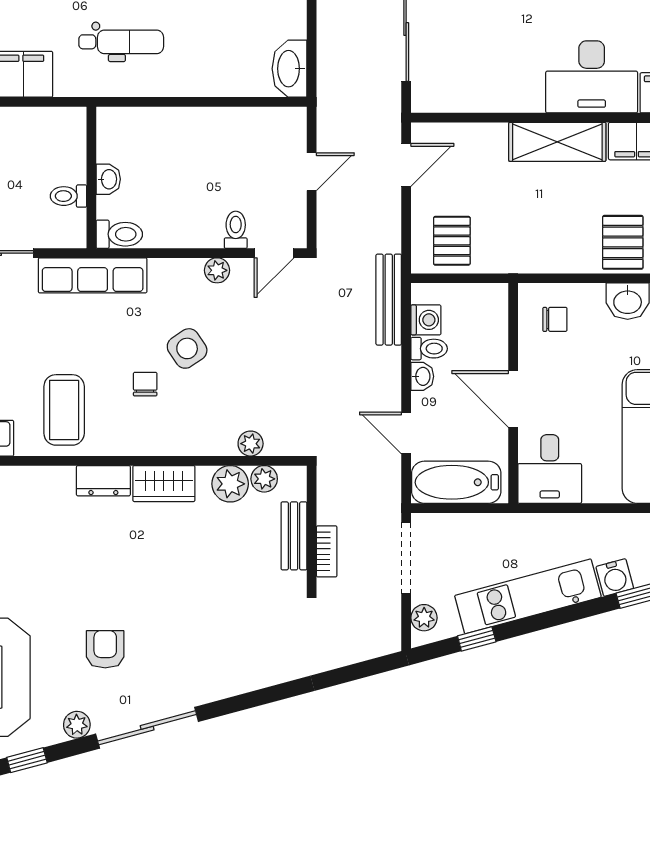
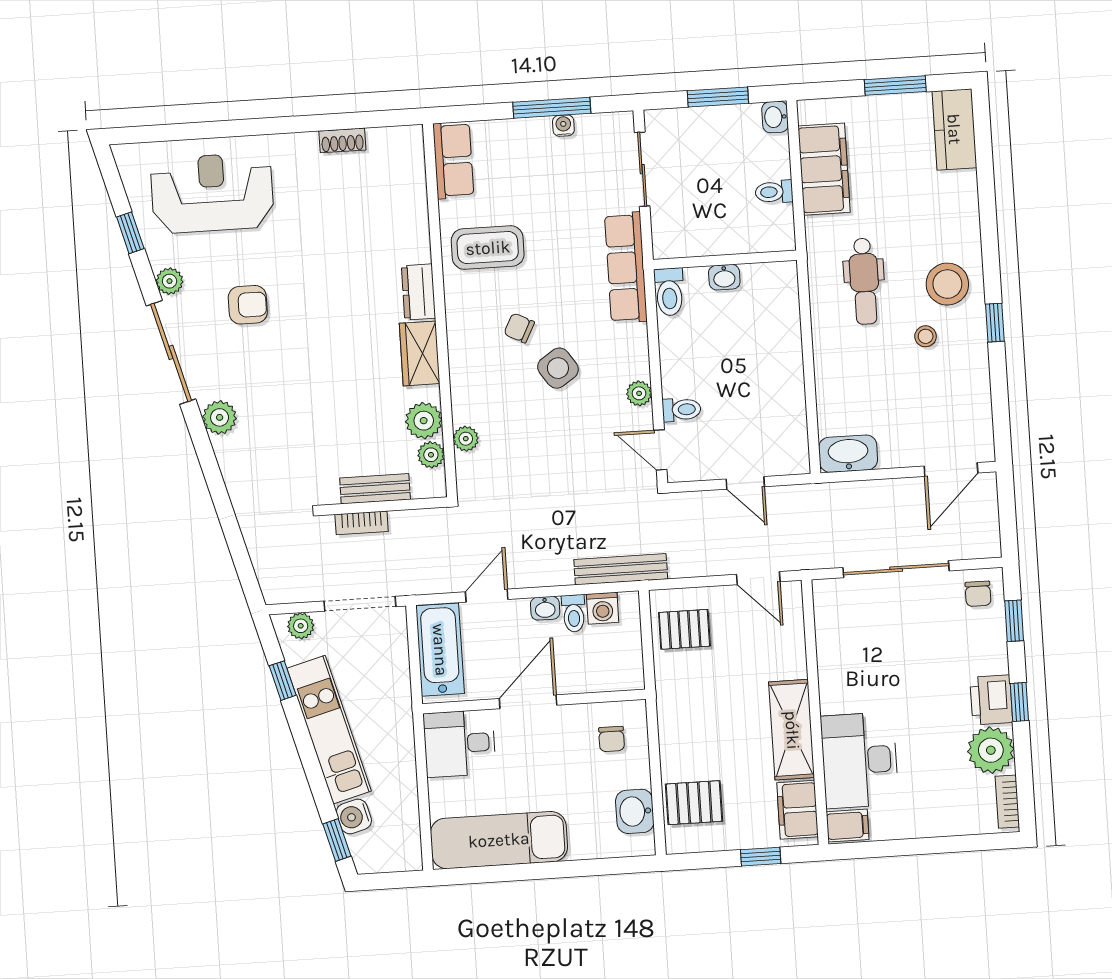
toilet: (68, 196) -> (774, 192), moved, turned -90
chair: (145, 384) -> (519, 328), turned -153
plant: (214, 684) -> (220, 417), added

